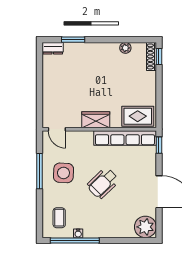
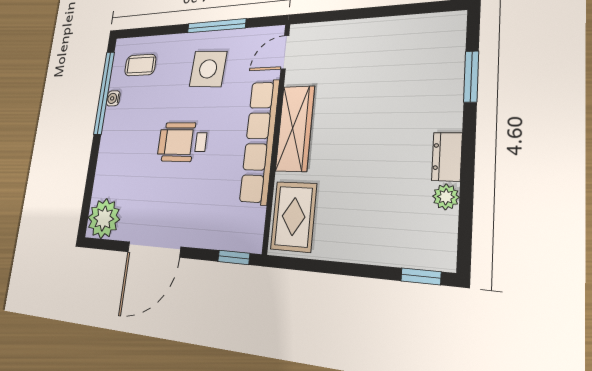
dresser: (53, 48) -> (447, 157), moved
shoe rack: (151, 56) -> (422, 258), removed
wardrobe: (96, 120) -> (295, 128), width x1.50
row of seats: (125, 138) -> (260, 141), moved
wheelchair: (103, 183) -> (182, 142), turned -46

